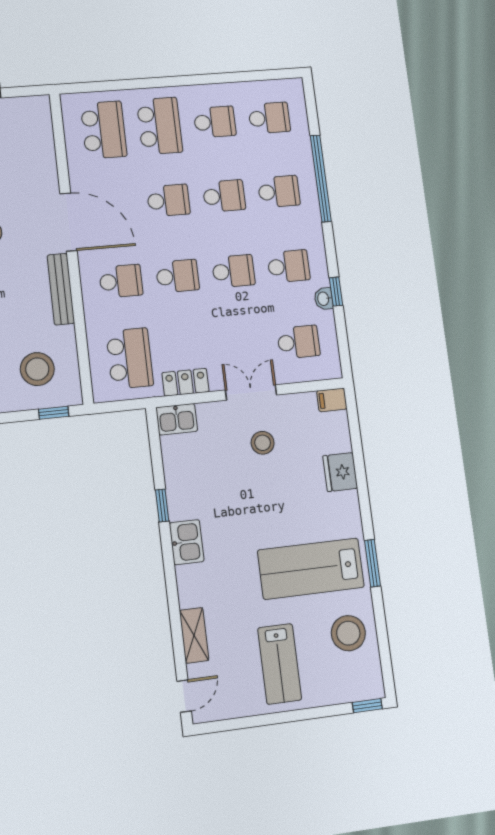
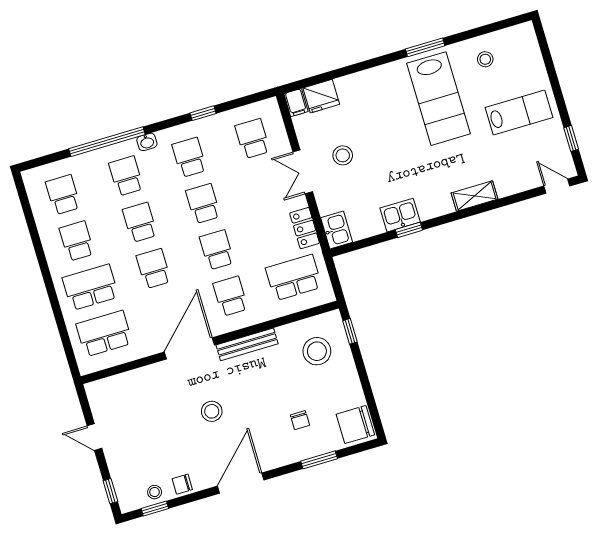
washbasin: (324, 299) -> (147, 142), moved
fridge: (340, 472) -> (321, 96), moved
kitchen sink: (187, 542) -> (400, 215), moved
stool: (348, 633) -> (485, 59), width x0.53, depth x0.53
shelving: (194, 635) -> (475, 196), moved
window: (367, 706) -> (571, 138), moved

